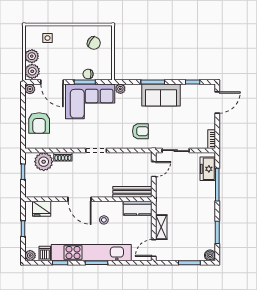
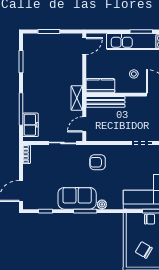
plant: (120, 89) -> (102, 204), moved
shelving: (161, 227) -> (77, 98), moved
boiler: (210, 255) -> (28, 39), removed

